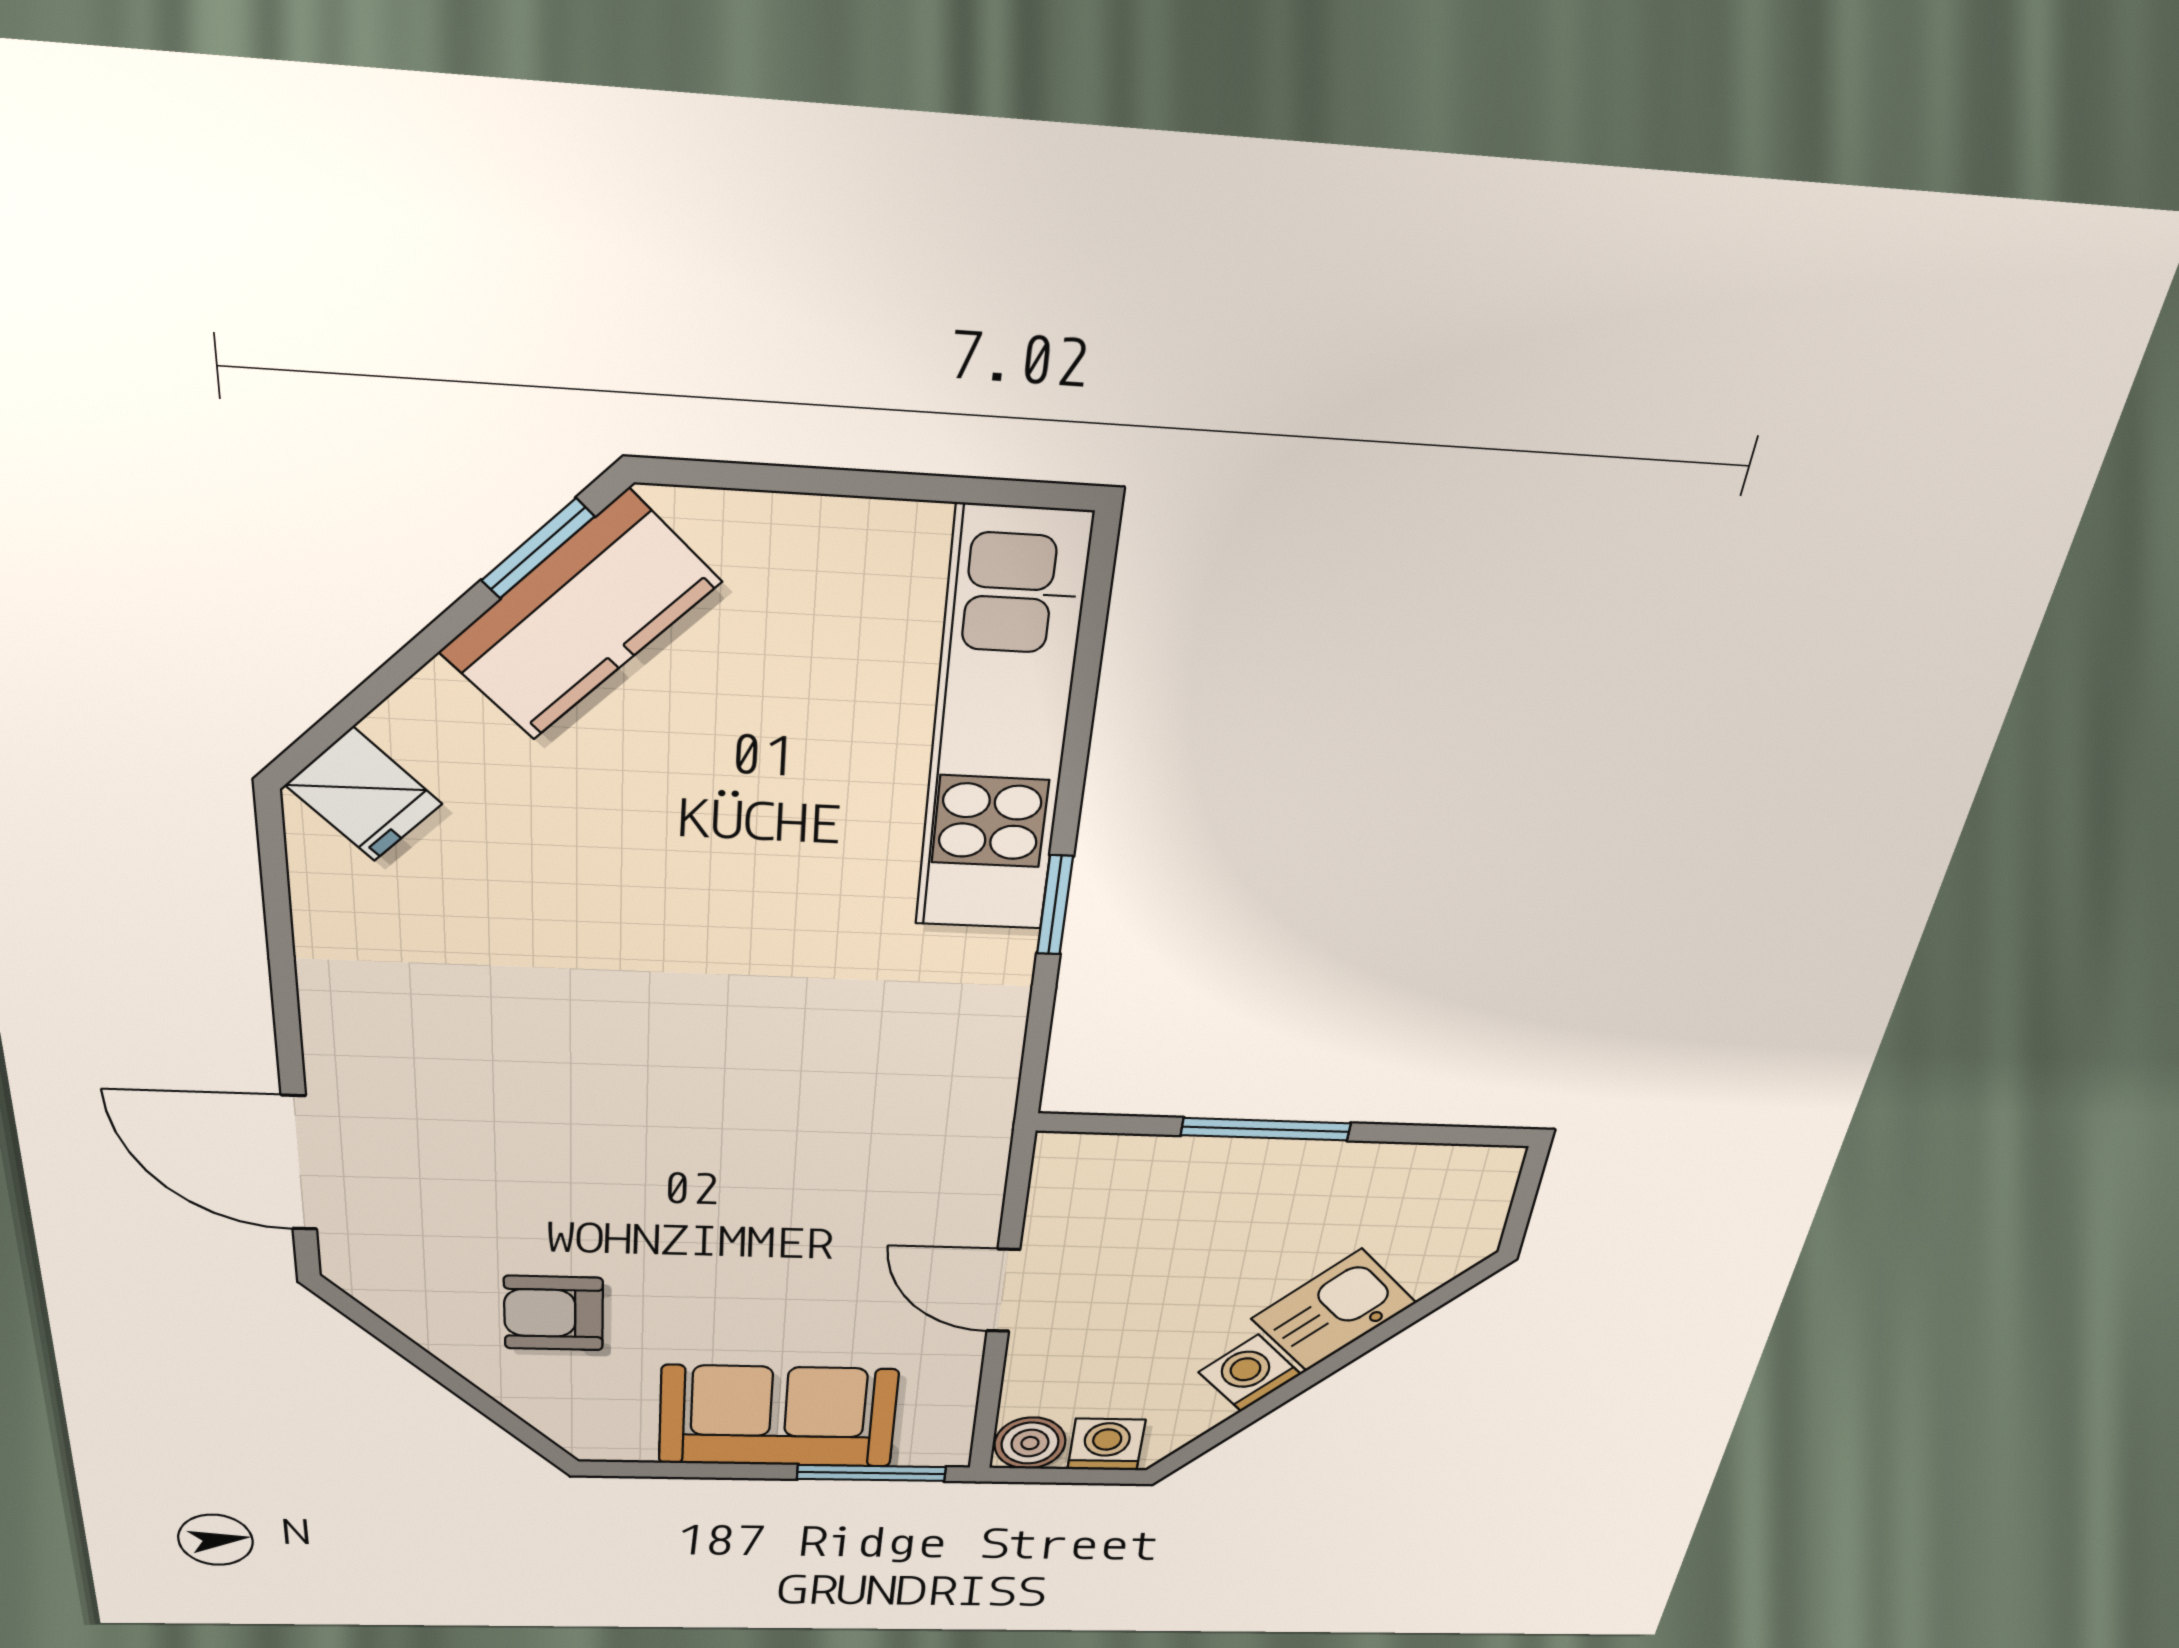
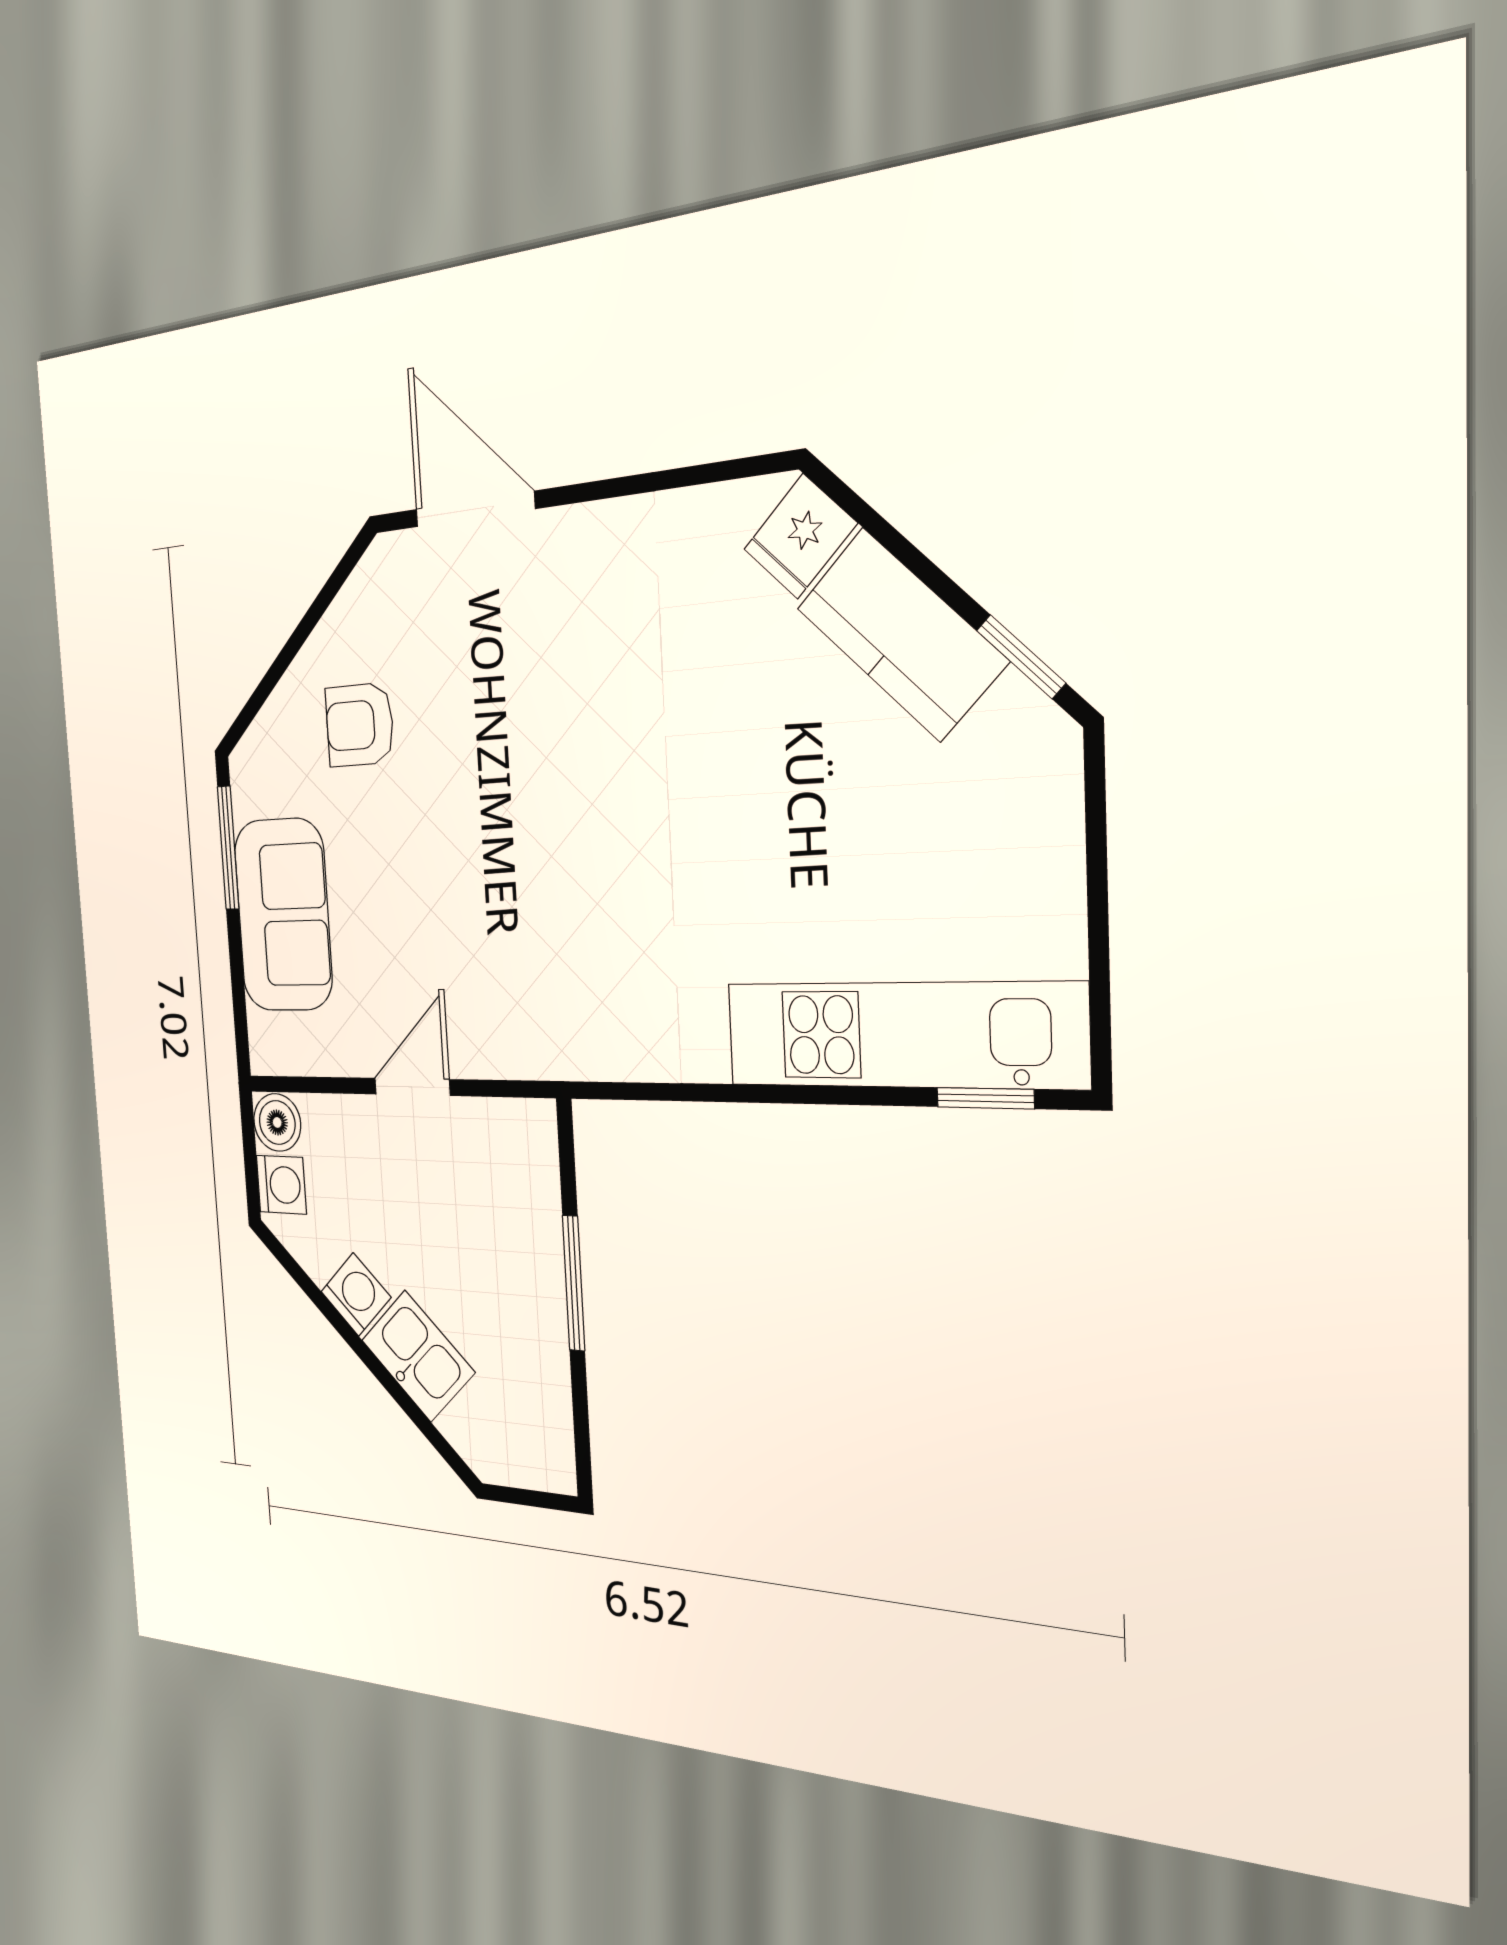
kitchen counter: (580, 617) -> (901, 635), moved
window: (1055, 905) -> (985, 1098), moved
door: (299, 1163) -> (475, 509), hinge flipped
armchair: (554, 1313) -> (360, 725), turned -90
window: (872, 1473) -> (228, 848), moved

